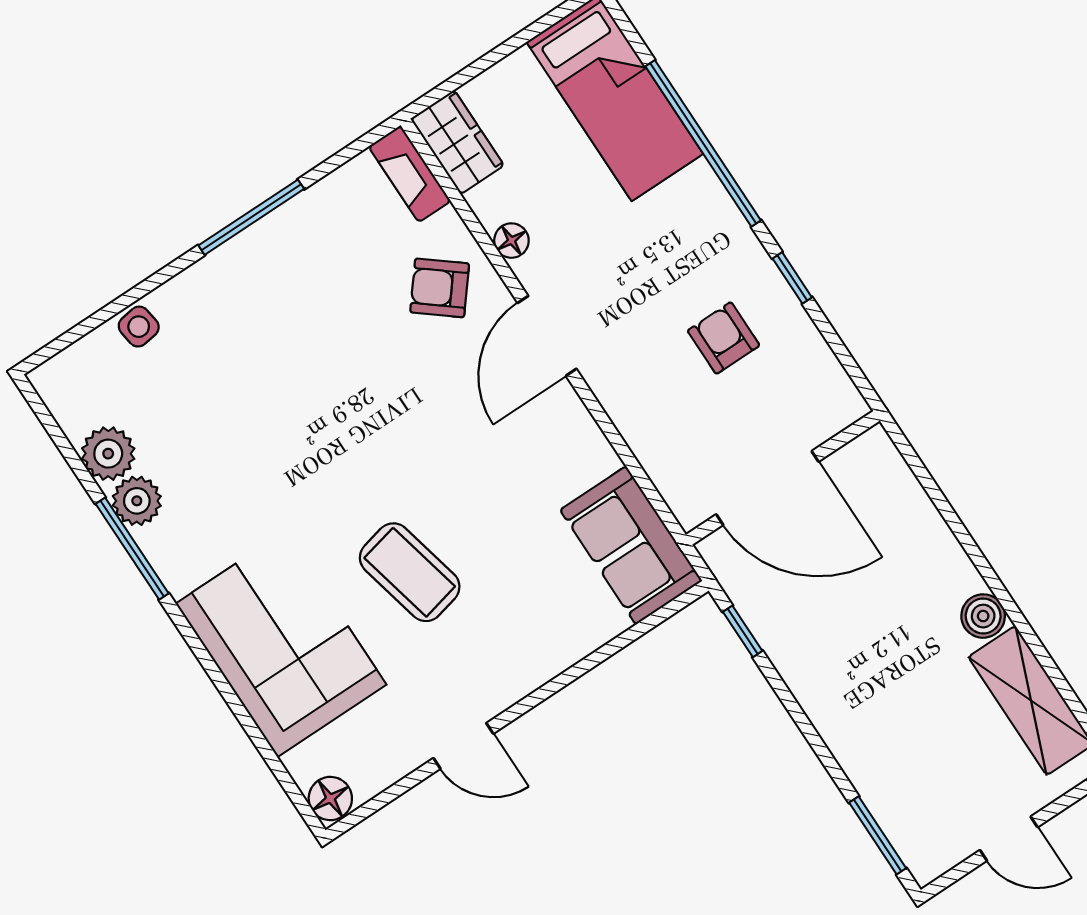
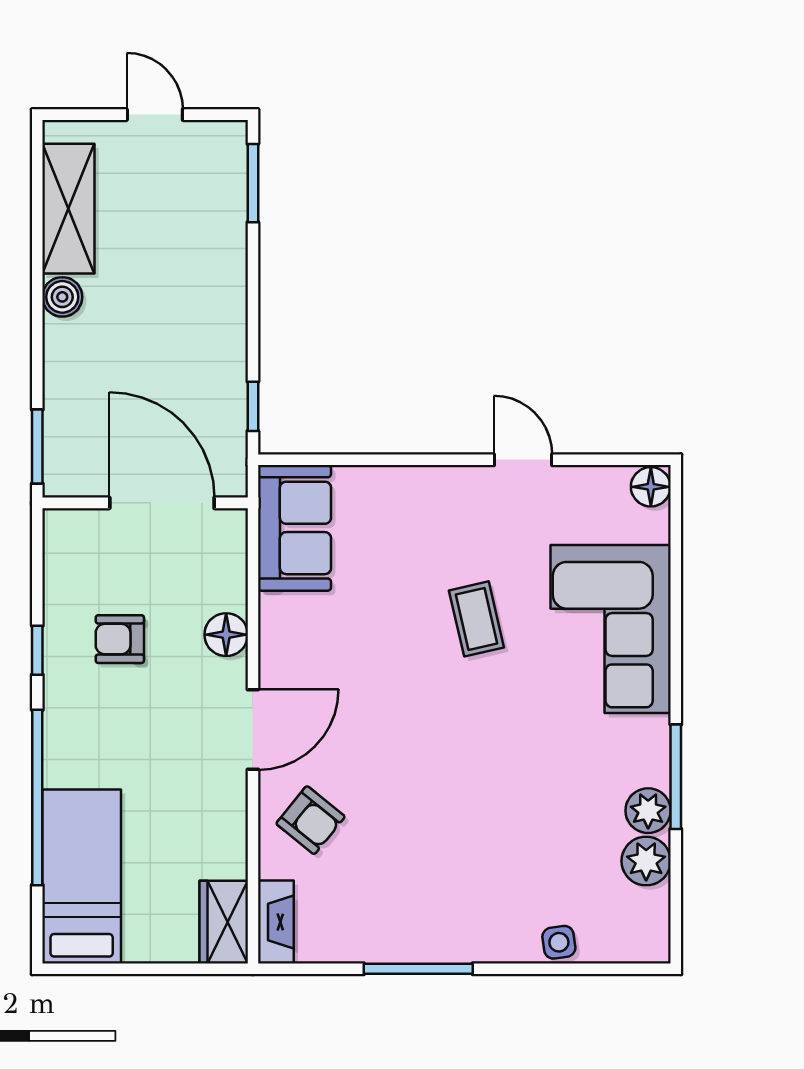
floor lamp: (511, 241) -> (226, 635), moved, width x1.37, depth x1.37
armchair: (724, 338) -> (120, 639), turned 90
window: (915, 464) -> (37, 447), added
coffee table: (410, 572) -> (476, 619), width x0.73, depth x0.77

